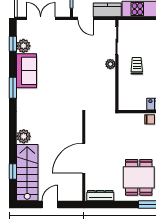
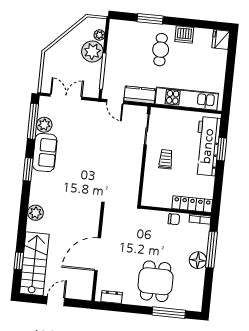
window: (13, 44) -> (33, 121), width x2.17
plant: (110, 64) -> (137, 154), removed
plant: (24, 136) -> (35, 213), moved
dresser: (100, 196) -> (112, 297), width x0.70

